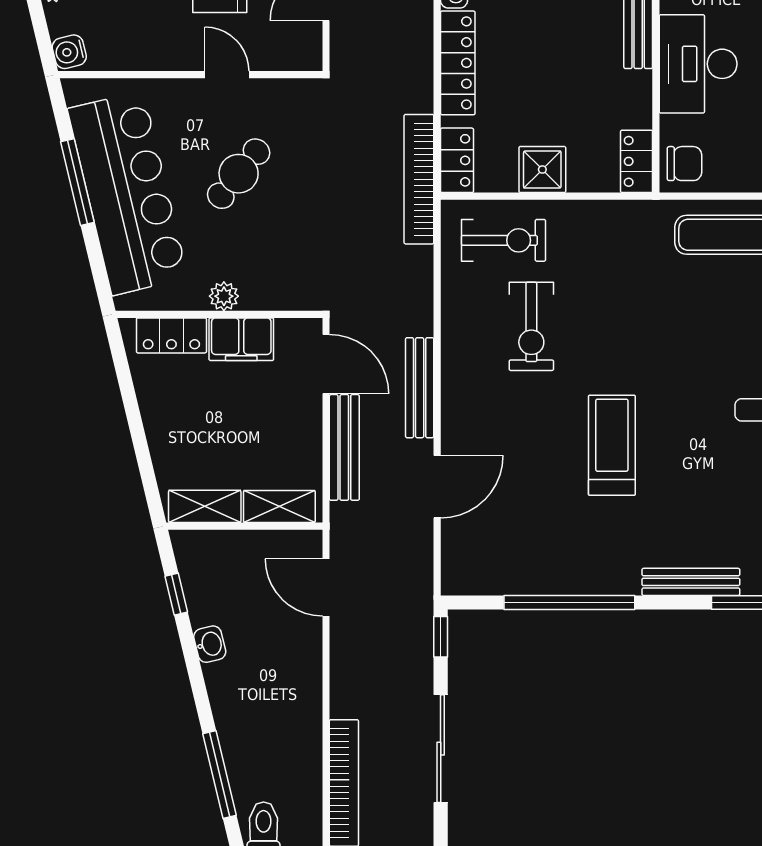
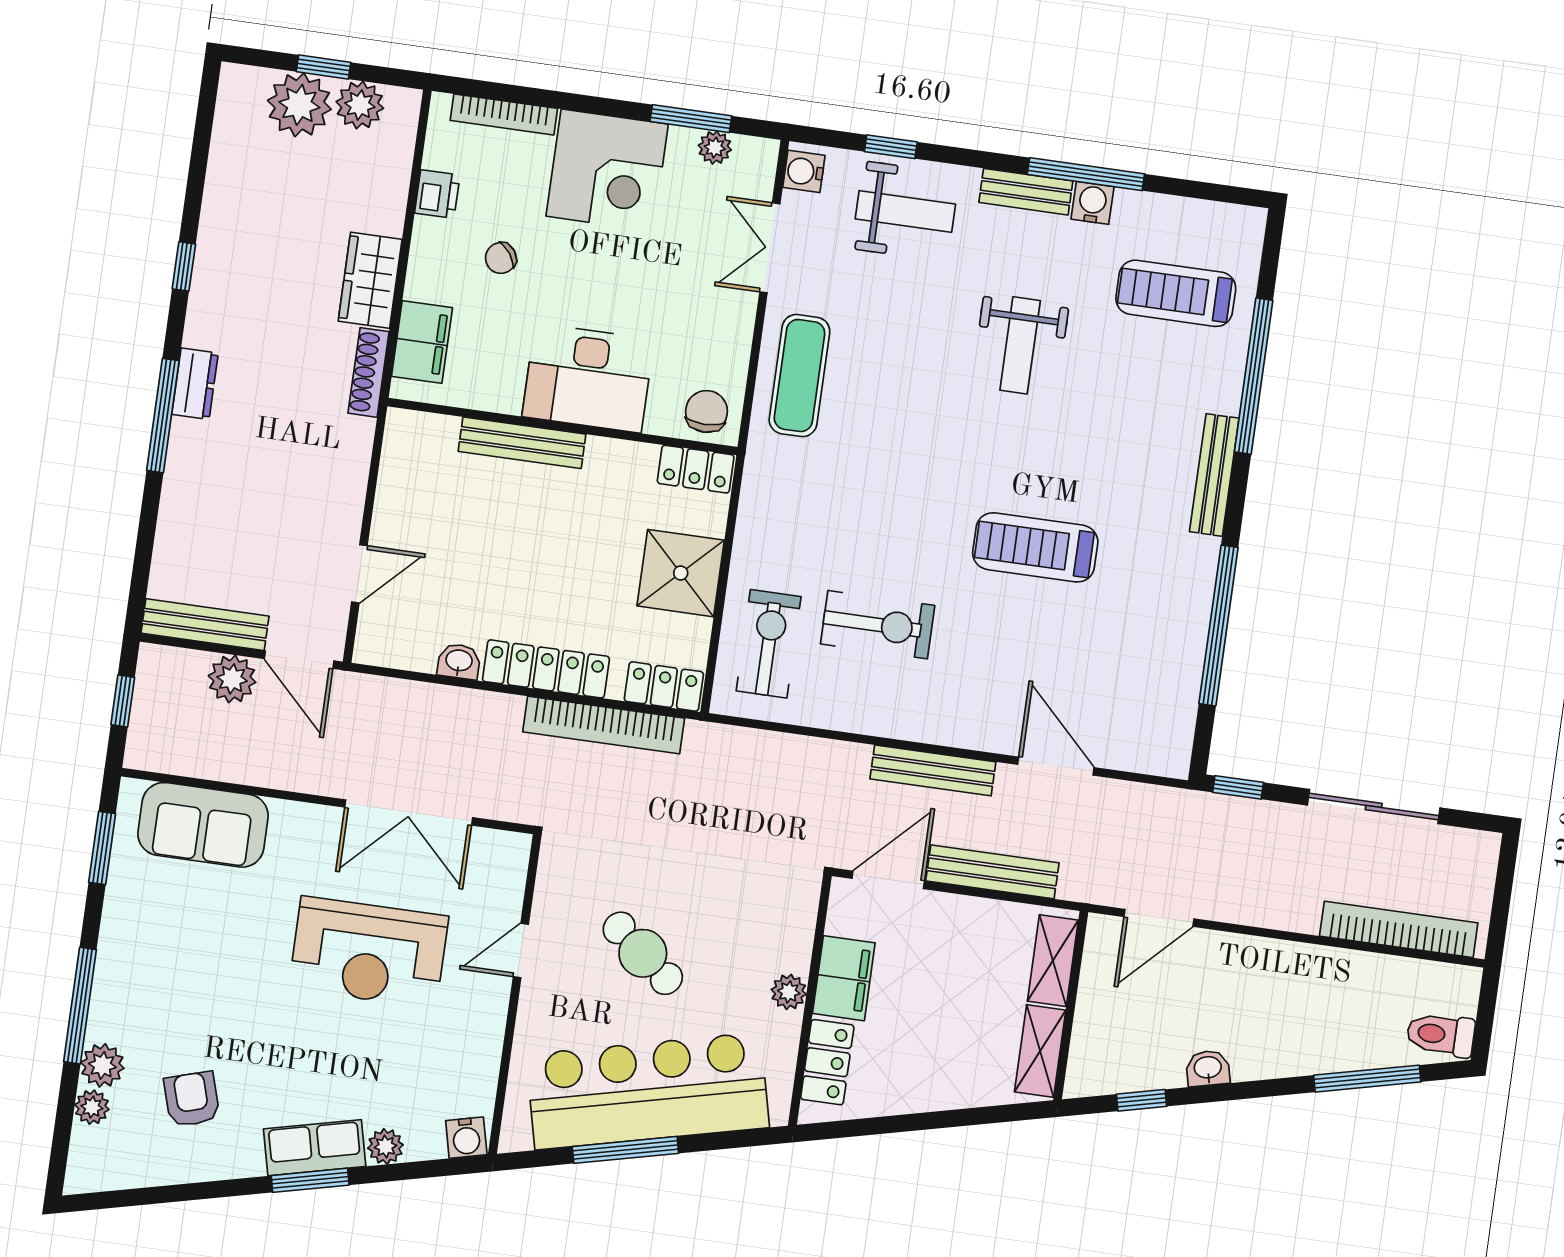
shower: (542, 170) -> (681, 573), width x1.36, depth x1.36
bookcase: (419, 179) -> (604, 725), moved

